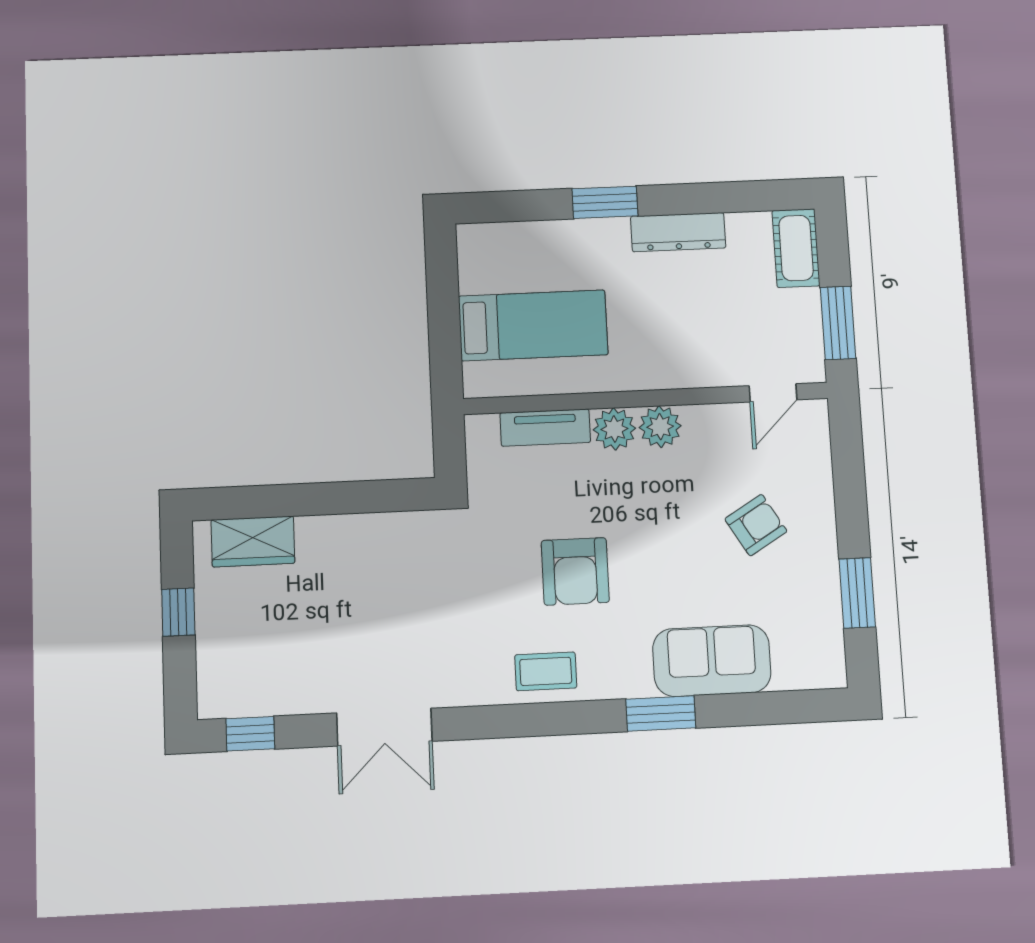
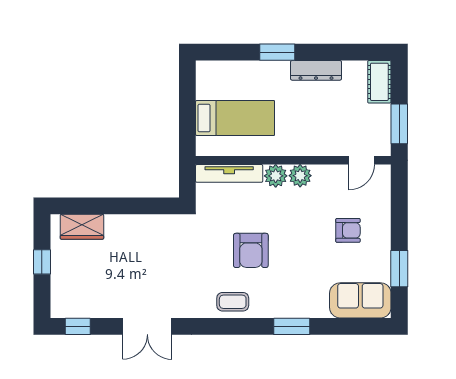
tv unit: (545, 428) -> (229, 173), width x1.41
armchair: (756, 525) -> (348, 230), turned 31
sofa: (712, 661) -> (360, 300), moved

